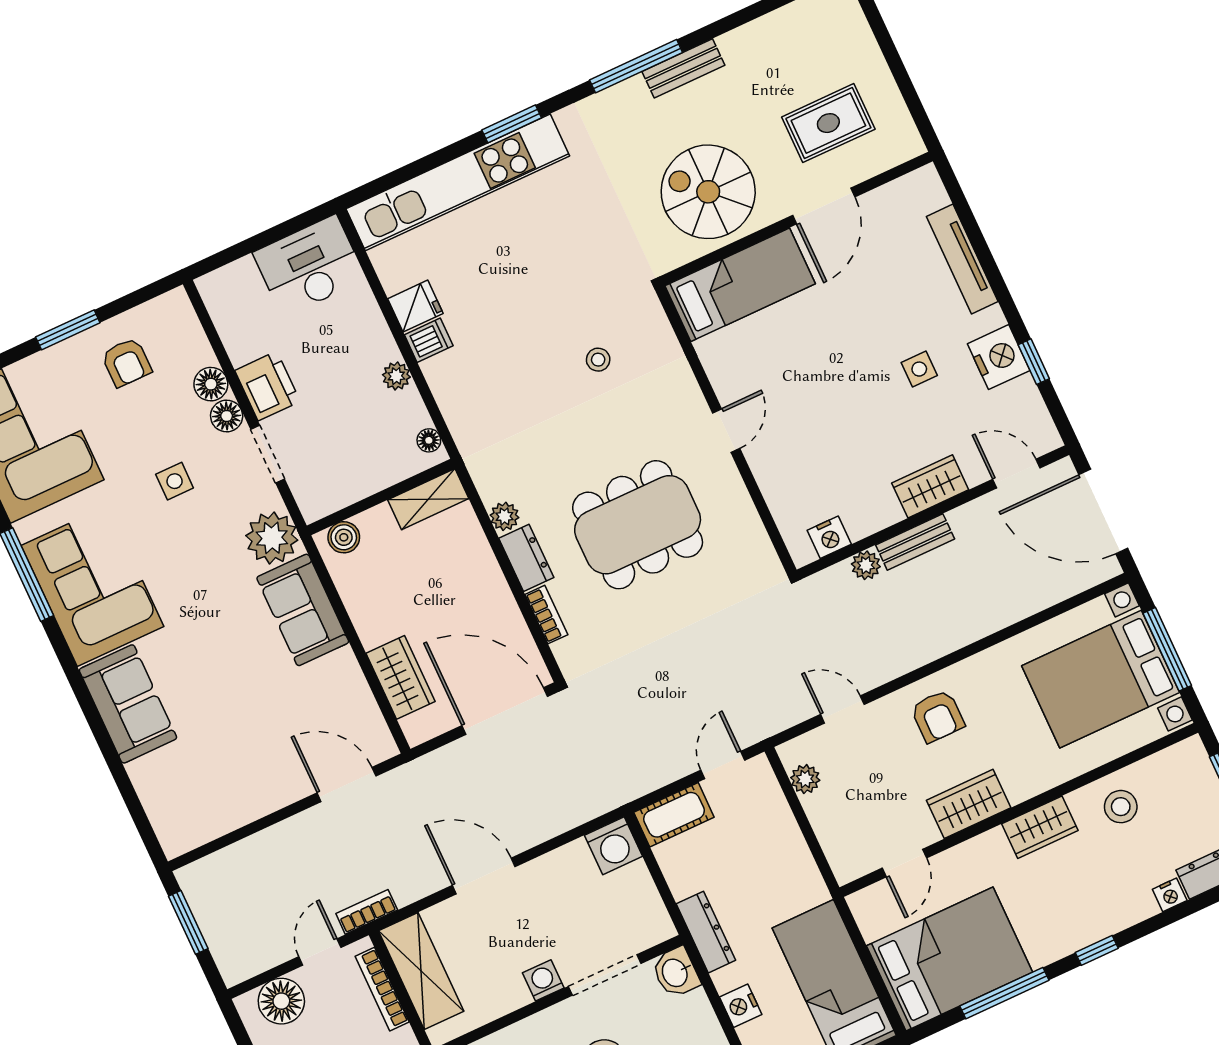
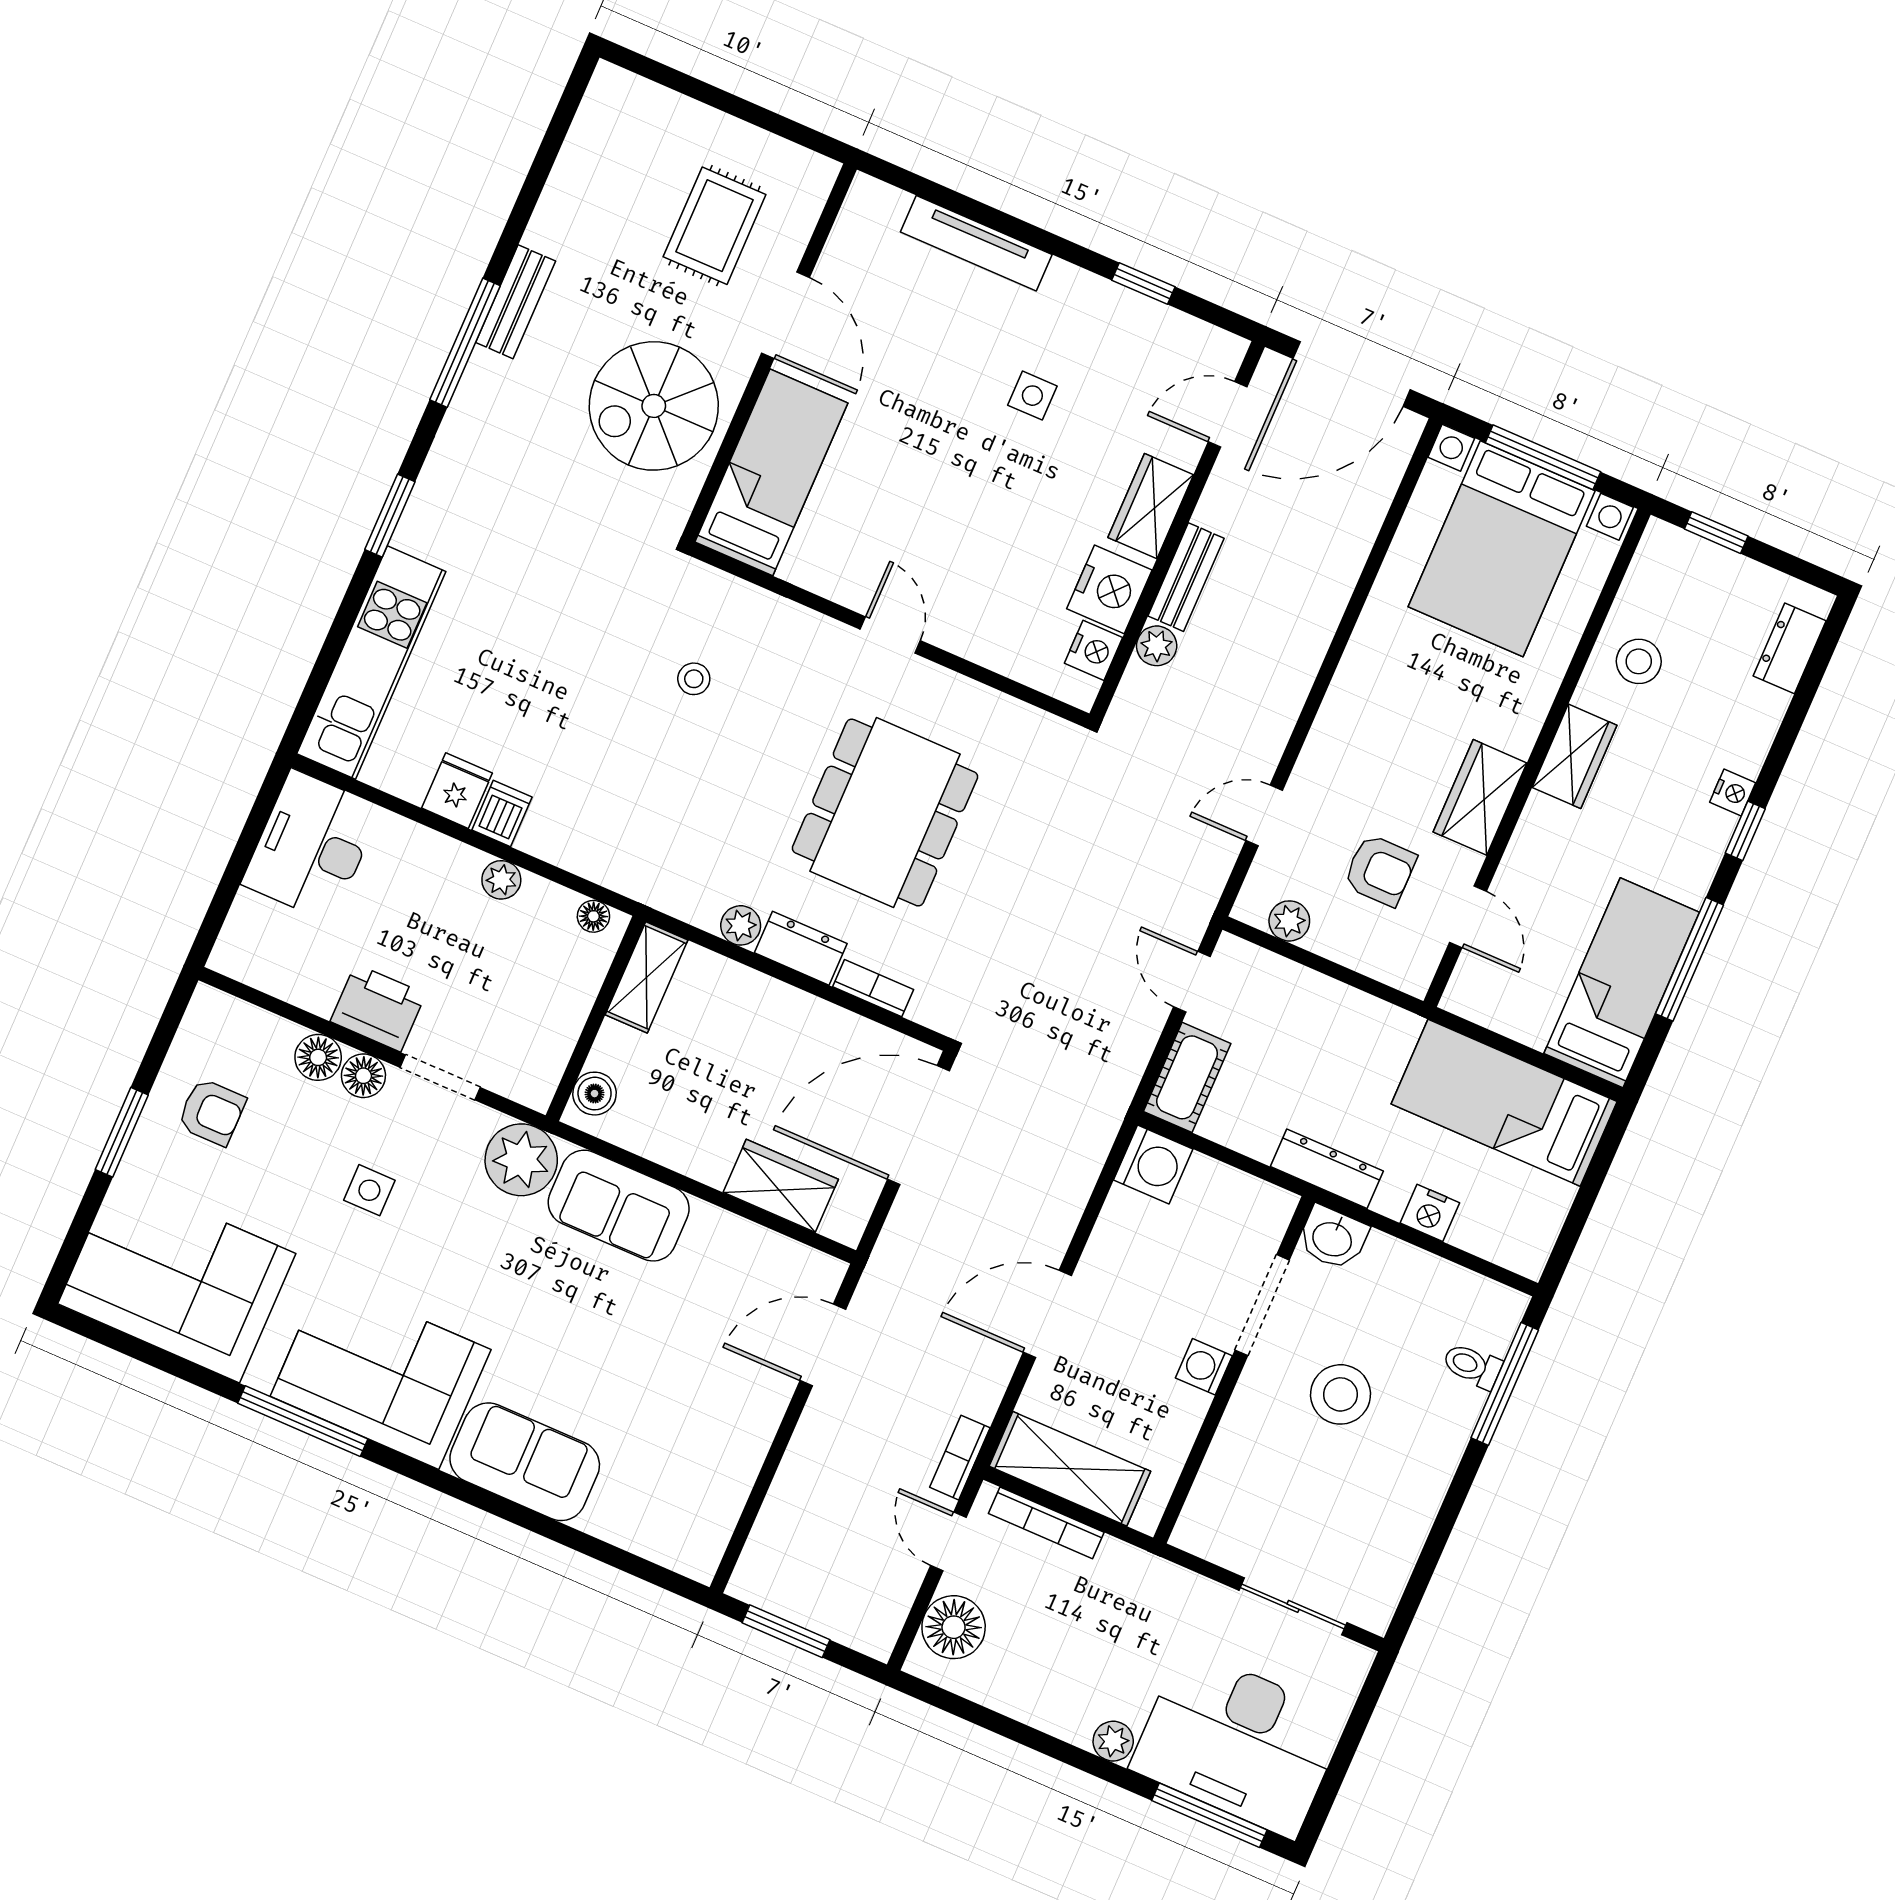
kitchen unit: (458, 182) -> (371, 663), width x0.73
nightstand: (999, 357) -> (1109, 589), moved, turned 90
armchair: (938, 716) -> (1380, 870), moved
nightstand: (1170, 895) -> (1733, 792), moved
bed: (949, 959) -> (1622, 983), width x0.67

